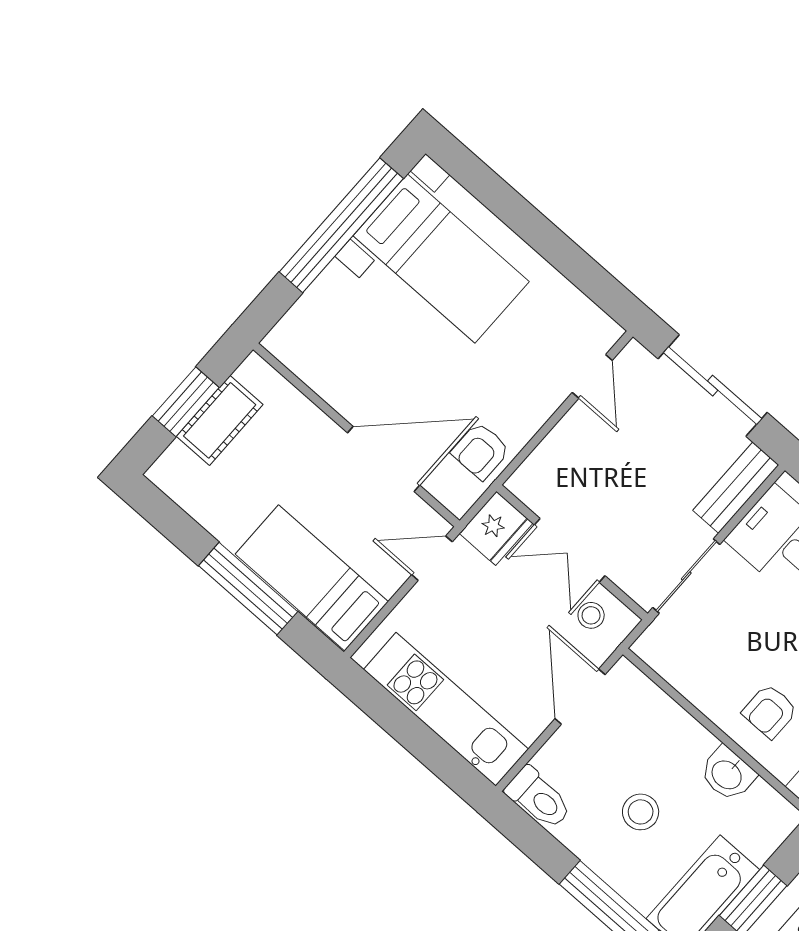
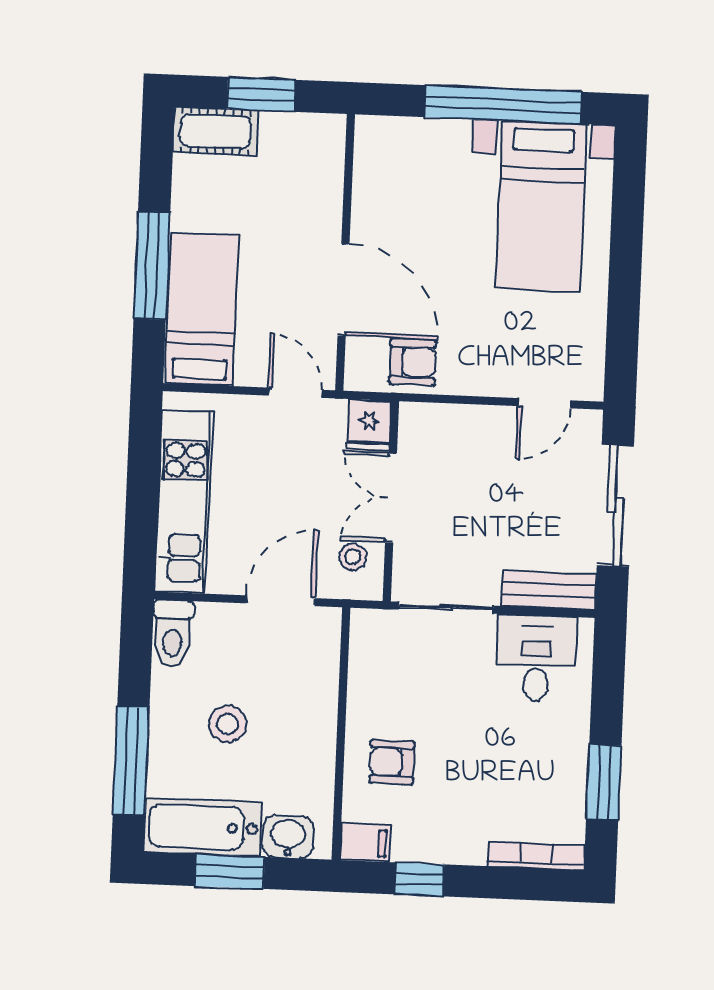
cot: (220, 420) -> (216, 131), moved
armchair: (481, 451) -> (413, 362), turned 180
fridge: (496, 528) -> (369, 425), width x0.72
washbasin: (727, 774) -> (288, 837), moved, turned 90

